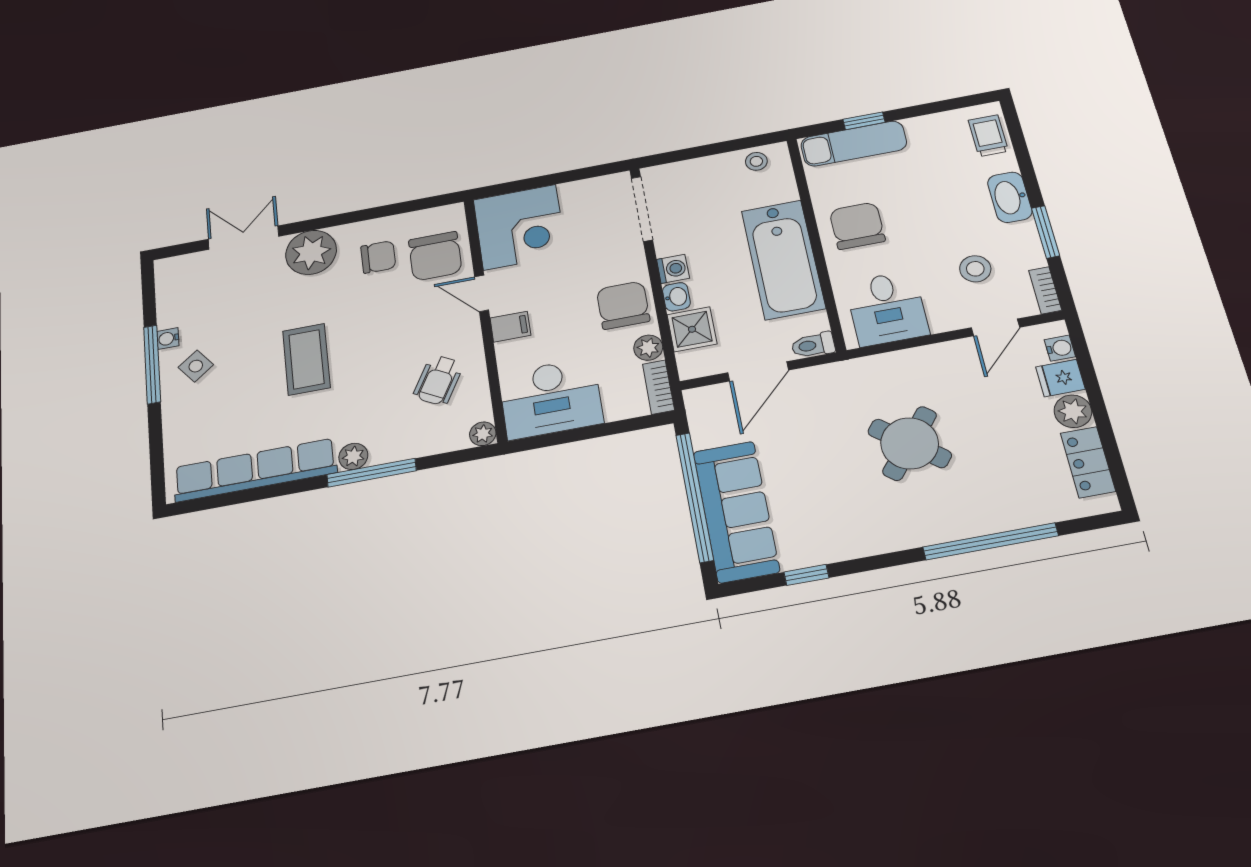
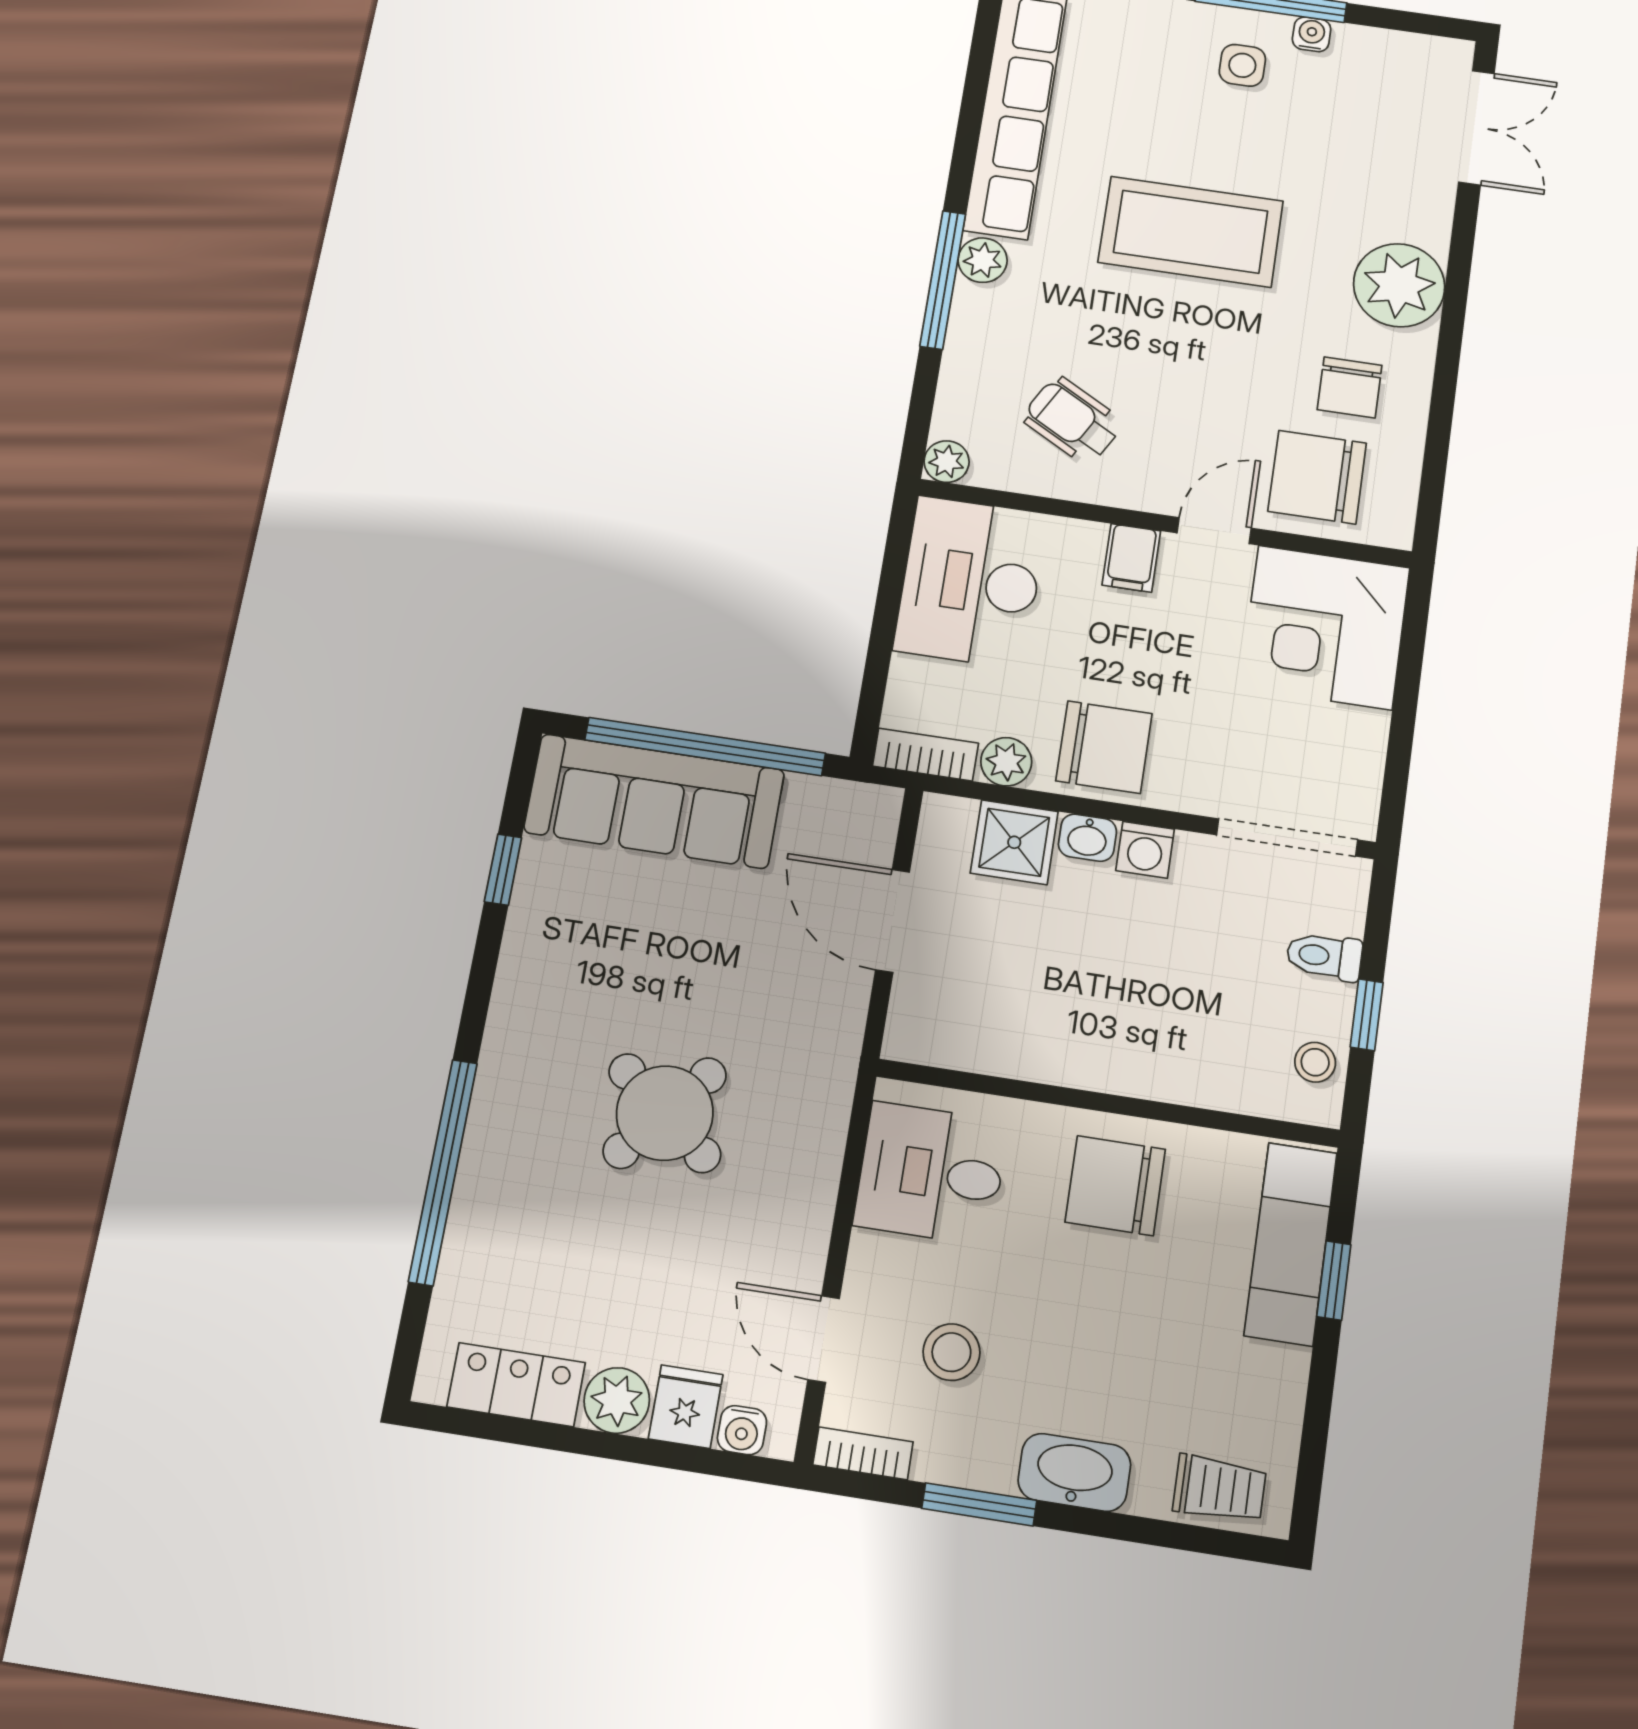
window: (723, 147) -> (1367, 1015), added
chair: (857, 226) -> (1115, 1186), turned 180
double door: (243, 238) -> (1476, 128), moved
bathtub: (783, 259) -> (1094, 1037), removed
toilet: (813, 345) -> (1324, 956), moved, turned -90
coffee table: (306, 359) -> (1191, 232), width x1.36, depth x1.32
side table: (196, 366) -> (1242, 65), turned 38

